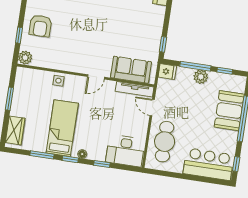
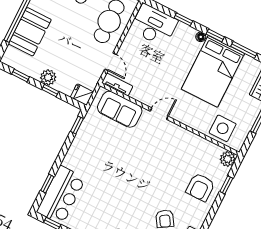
armchair: (40, 26) -> (200, 187), turned 180
window: (195, 66) -> (50, 90), width x0.46
side table: (58, 81) -> (223, 128), moved, width x1.87, depth x1.87
tv unit: (135, 89) -> (117, 85), width x0.71
bed: (62, 128) -> (213, 71), width x1.50

